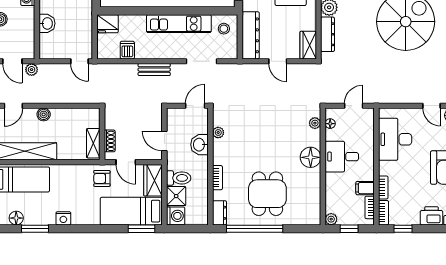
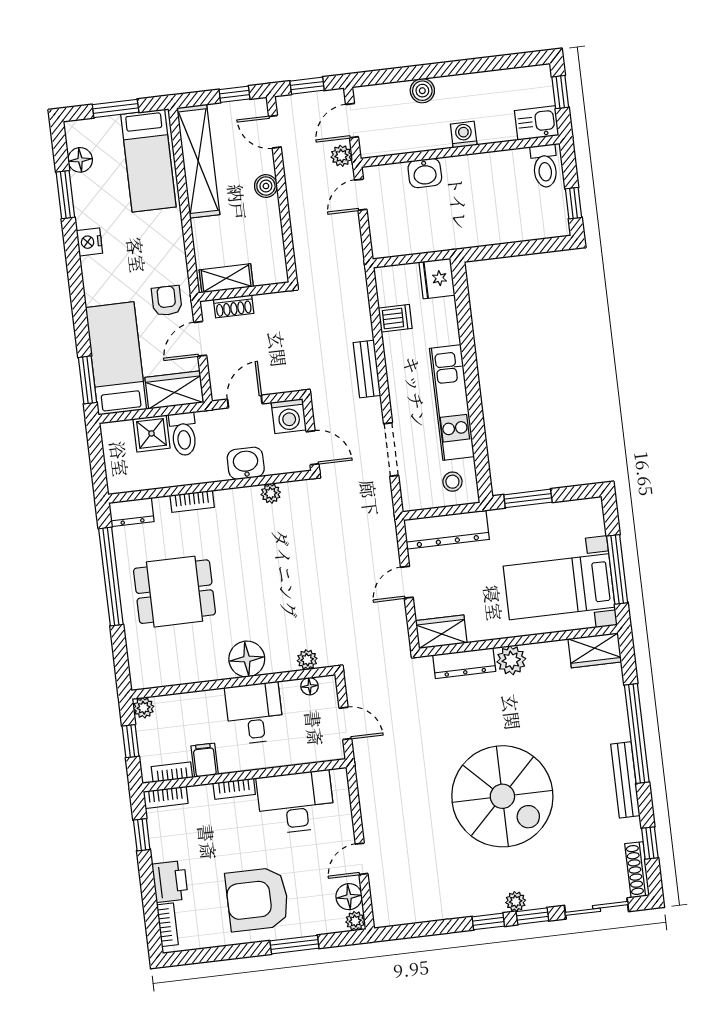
door: (79, 61) -> (361, 195), moved
bookcase: (383, 187) -> (234, 789), moved
washing machine: (176, 216) -> (289, 416), moved

